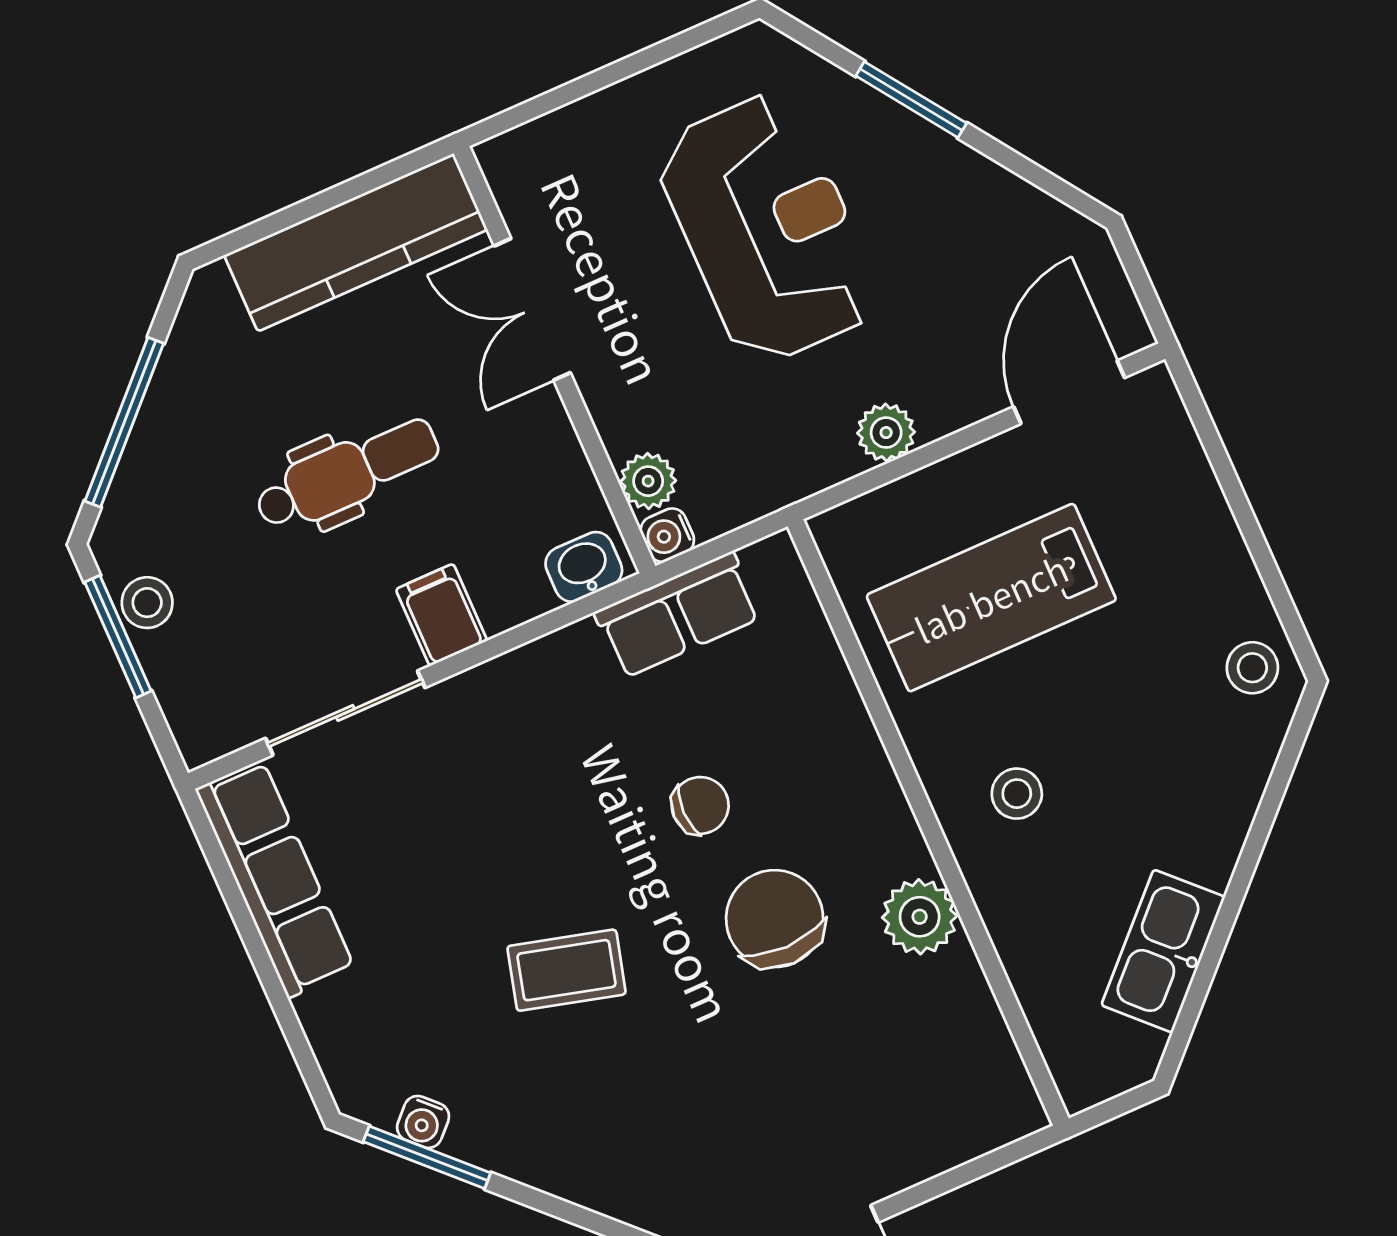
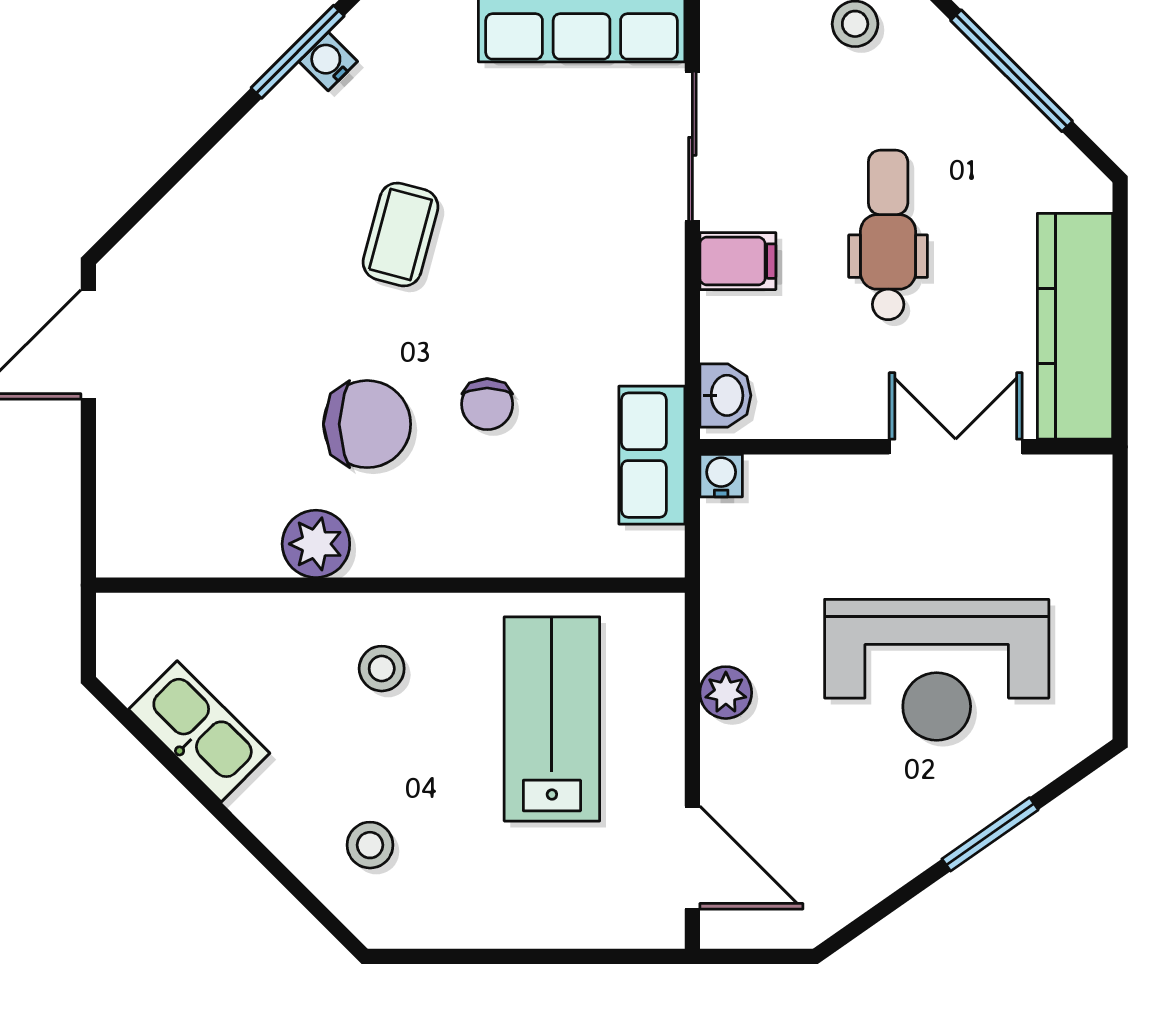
dental chair: (347, 474) -> (888, 235), turned 180
plant: (648, 481) -> (773, 479), removed
stool: (1252, 668) -> (370, 845), moved

